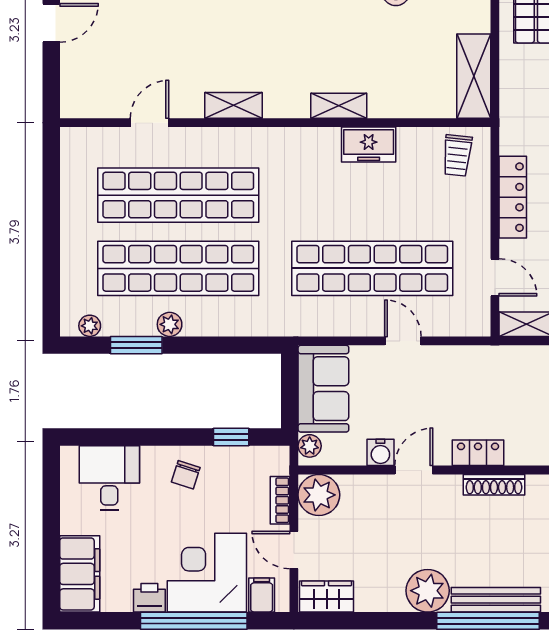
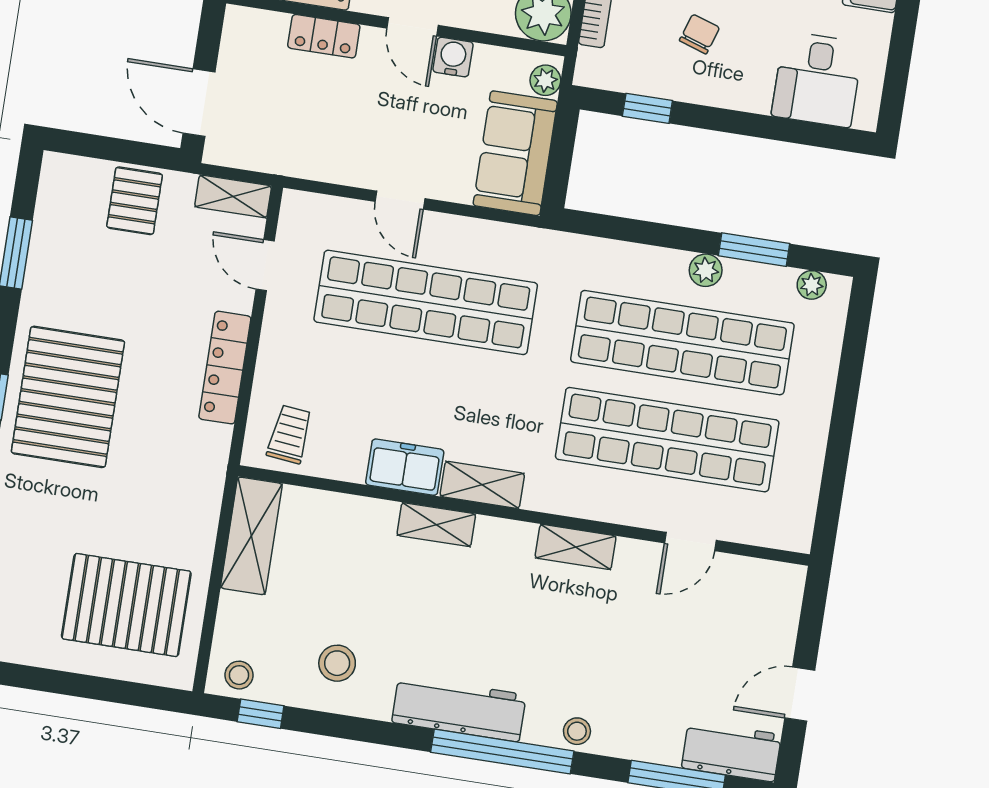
shelving: (309, 140) -> (482, 485), added
door: (414, 470) -> (412, 27), hinge flipped
chair: (186, 475) -> (699, 34), moved

